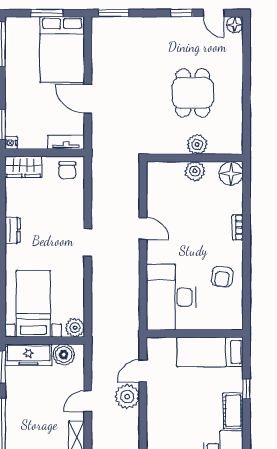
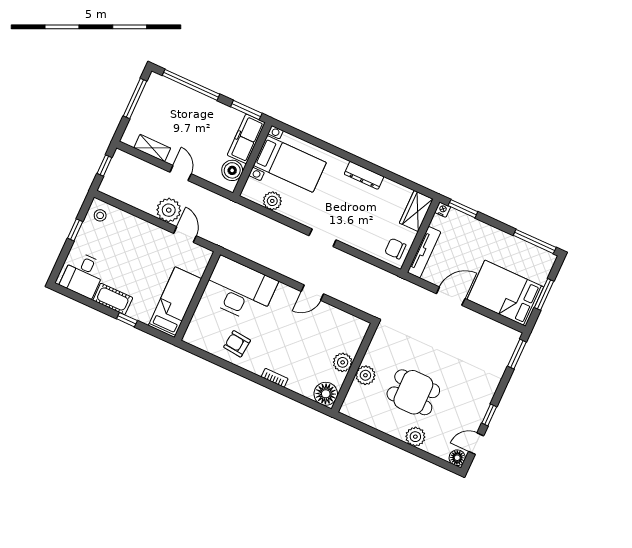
plant: (233, 72) -> (415, 437), added
tv unit: (66, 142) -> (424, 252), width x1.41
dresser: (13, 230) -> (364, 175), width x1.44
plant: (75, 328) -> (272, 201), moved

